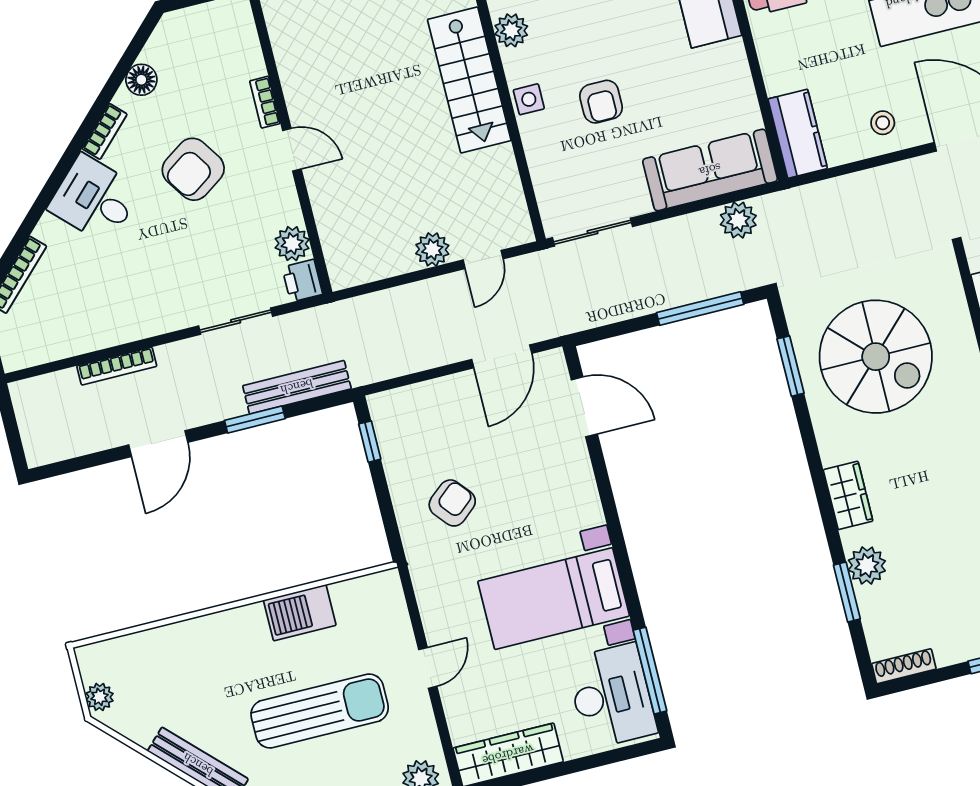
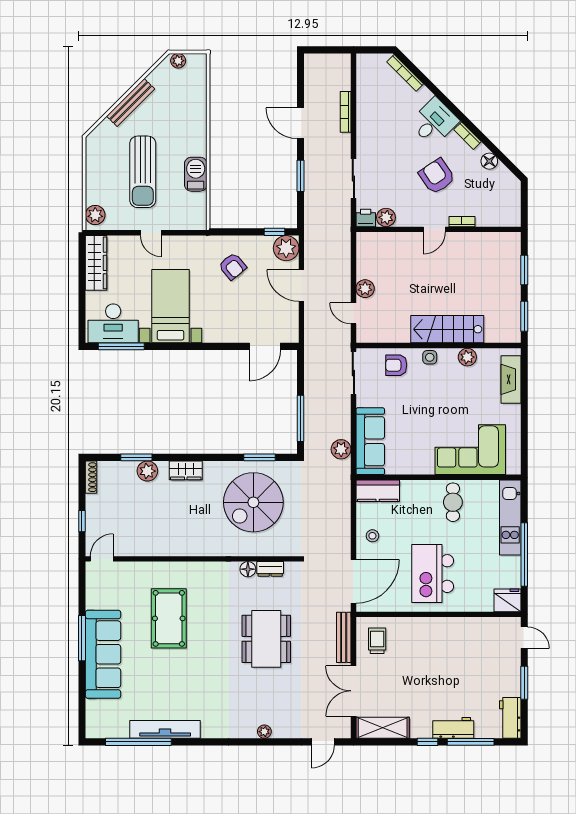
armchair: (601, 102) -> (396, 365), moved
door: (502, 356) -> (301, 286), moved
bench: (297, 387) -> (312, 202), removed
plant: (394, 413) -> (286, 248), added

